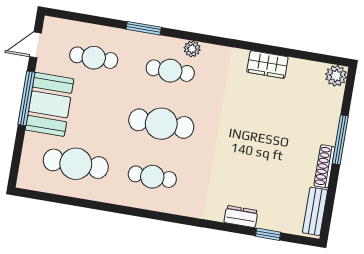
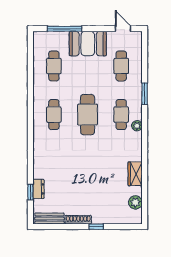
plant: (336, 76) -> (135, 202), moved
window: (26, 98) -> (65, 29), moved
window: (340, 140) -> (96, 227), width x0.46
cafe table: (76, 164) -> (54, 66), width x0.73, depth x0.74
dresser: (241, 217) -> (39, 189), moved

